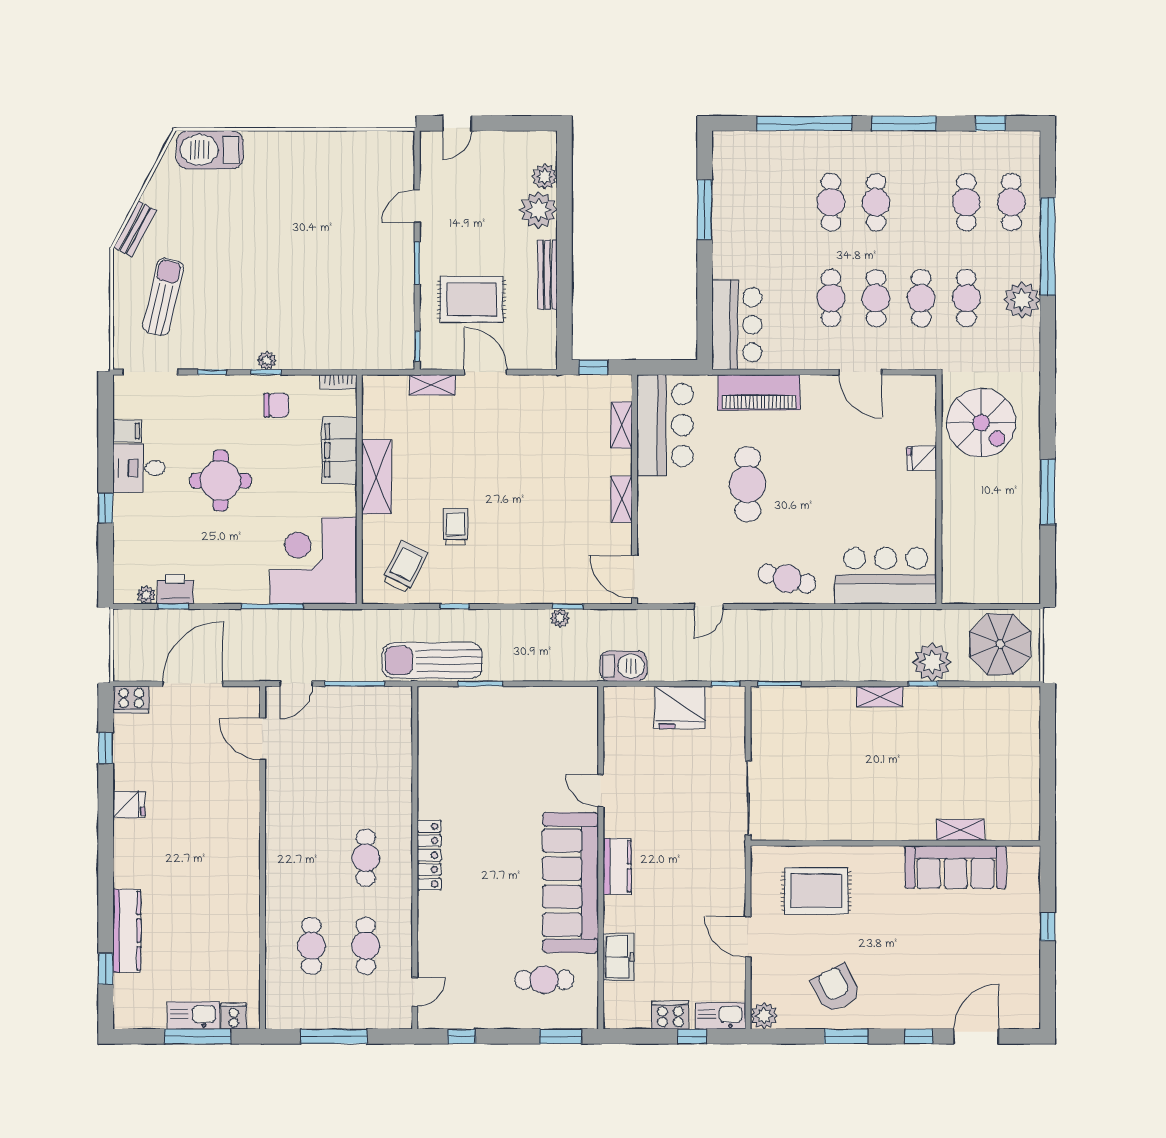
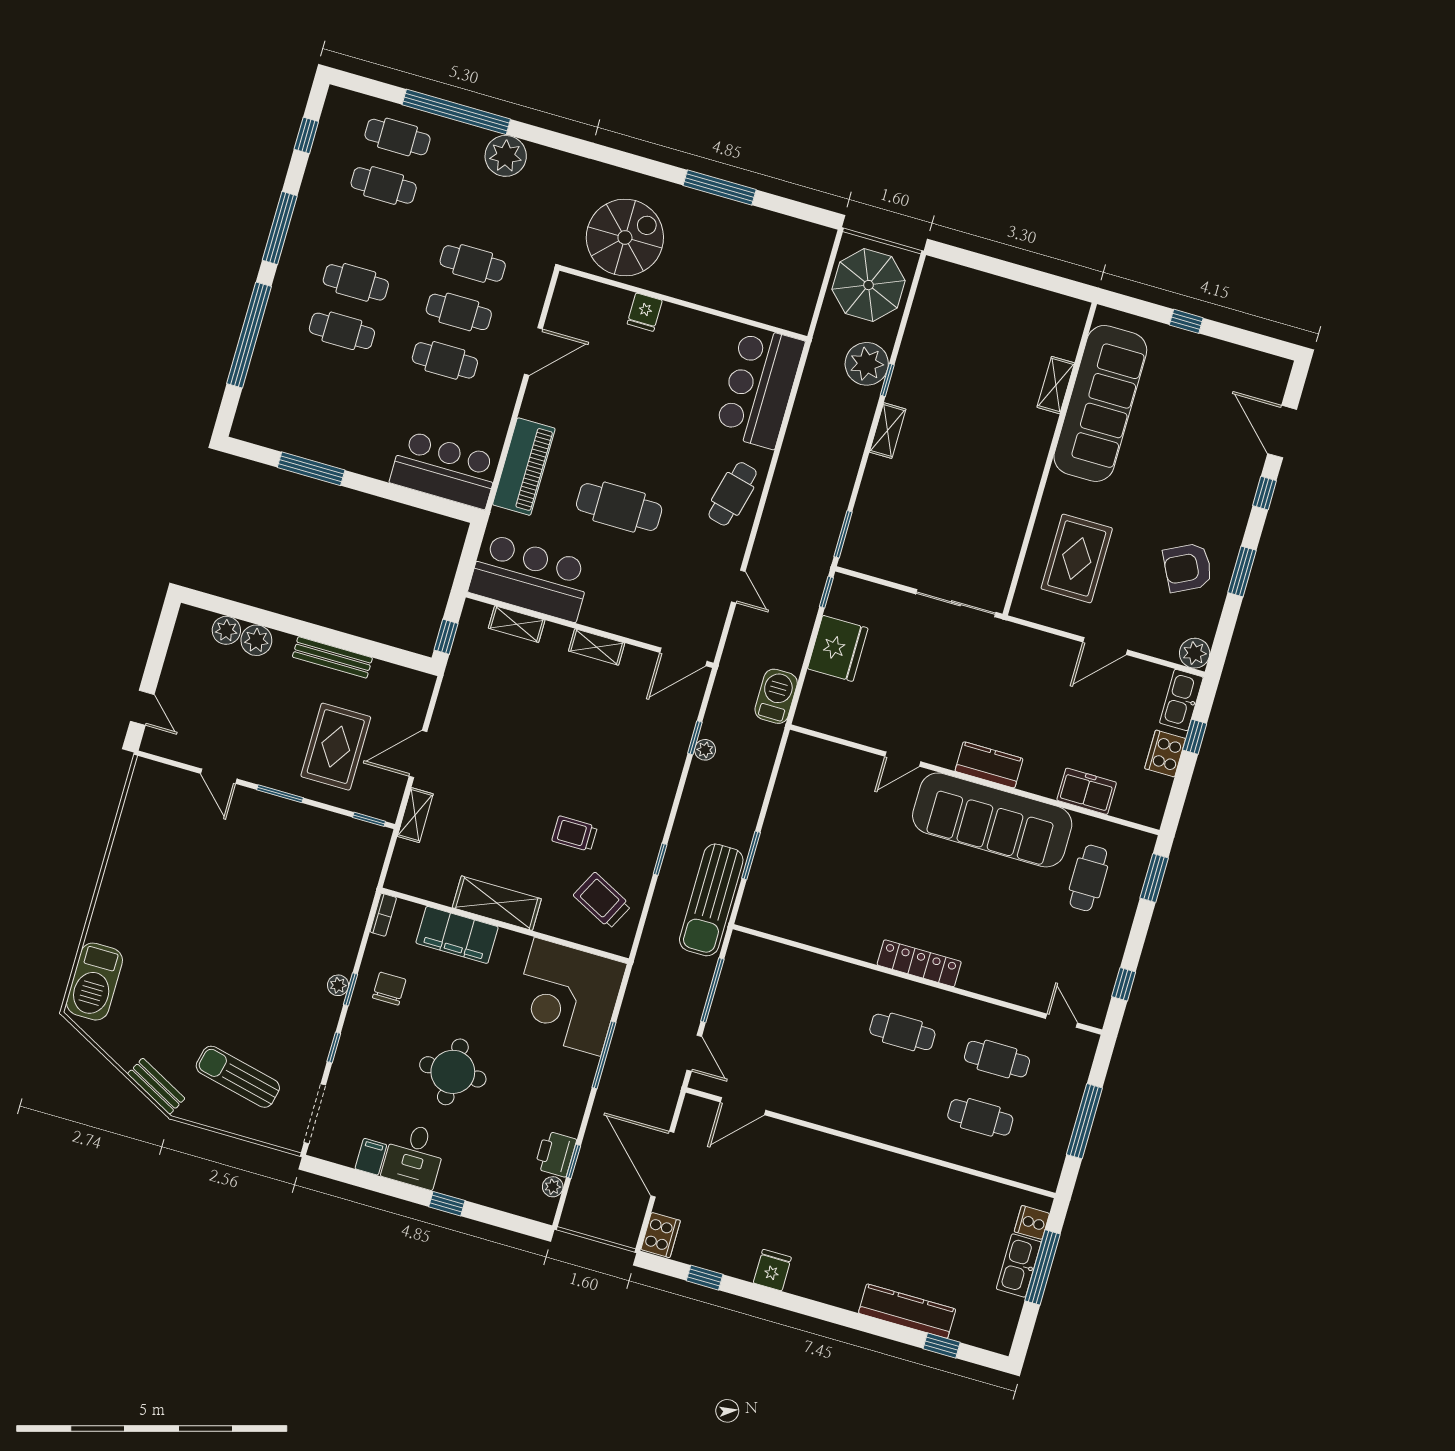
plant: (538, 210) -> (256, 640), width x0.73, depth x0.73
cafe table: (966, 298) -> (487, 215), removed
sofa: (956, 867) -> (1100, 403), width x1.36, depth x1.27

